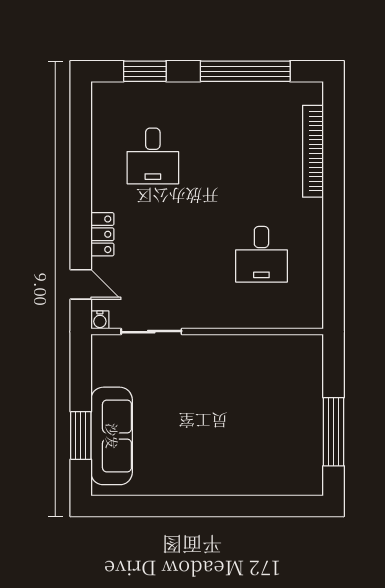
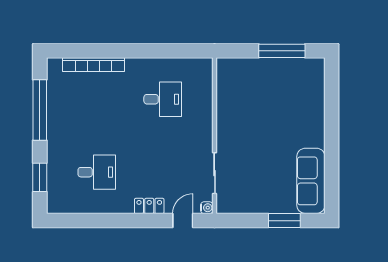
sofa: (112, 436) -> (311, 181), moved, turned -90

